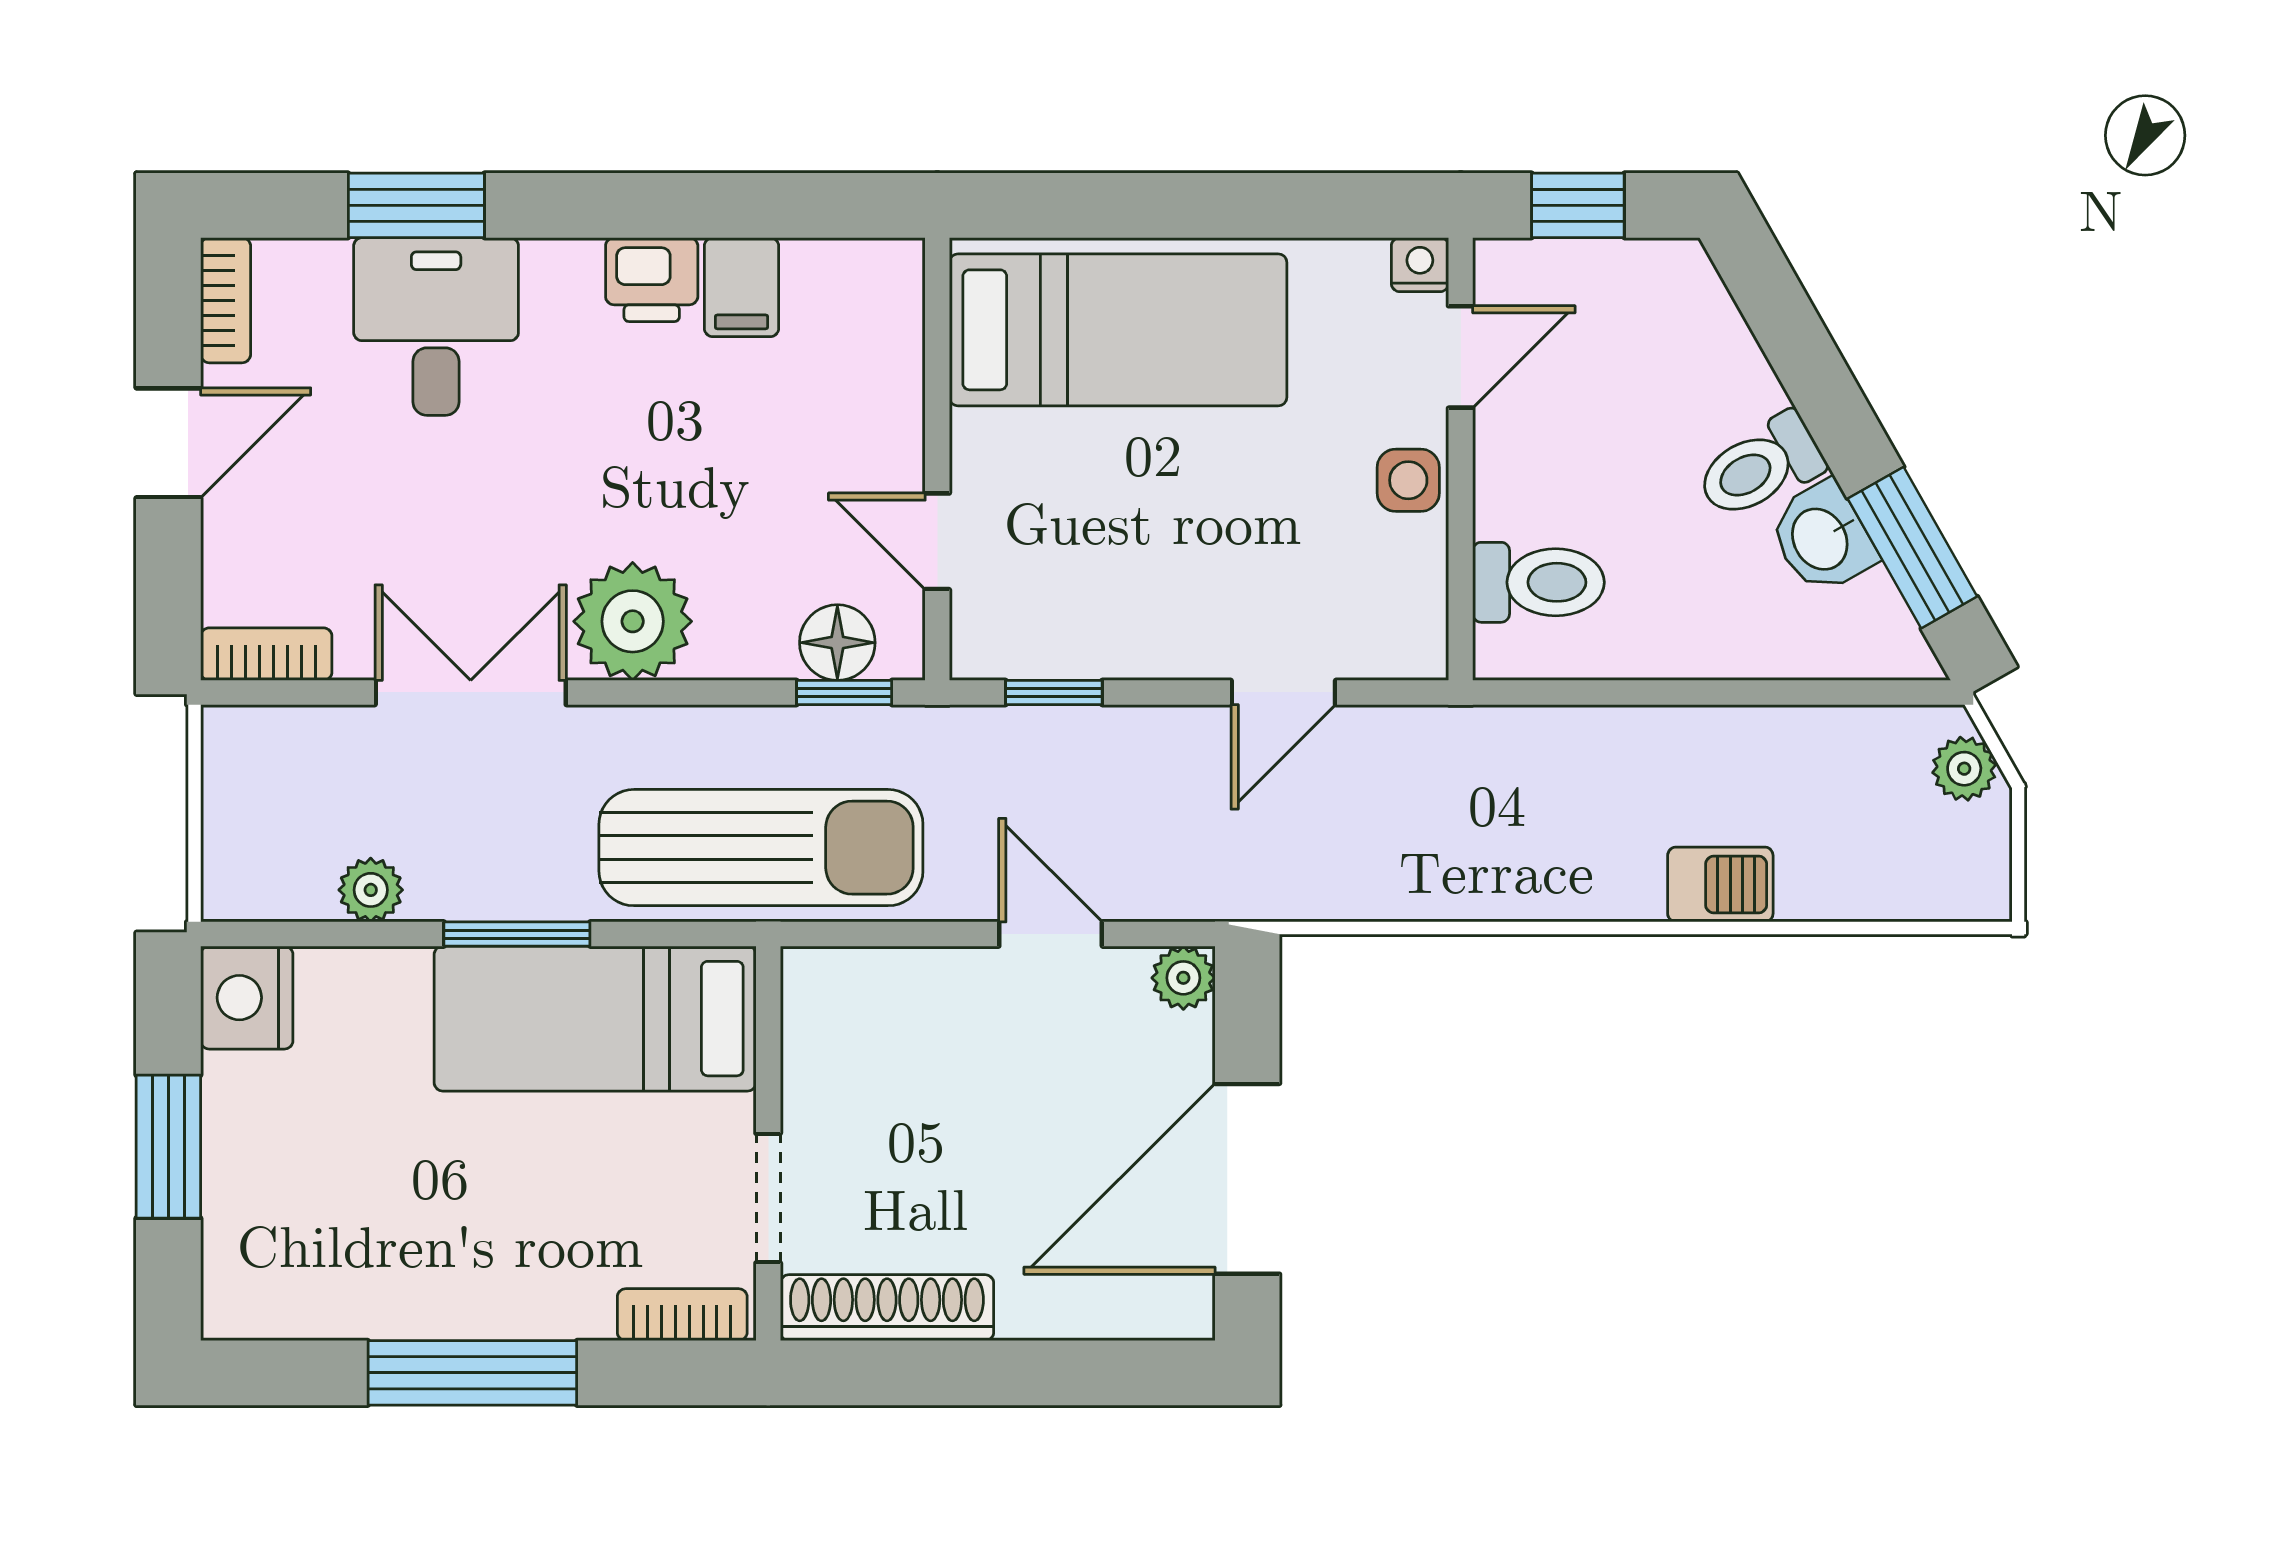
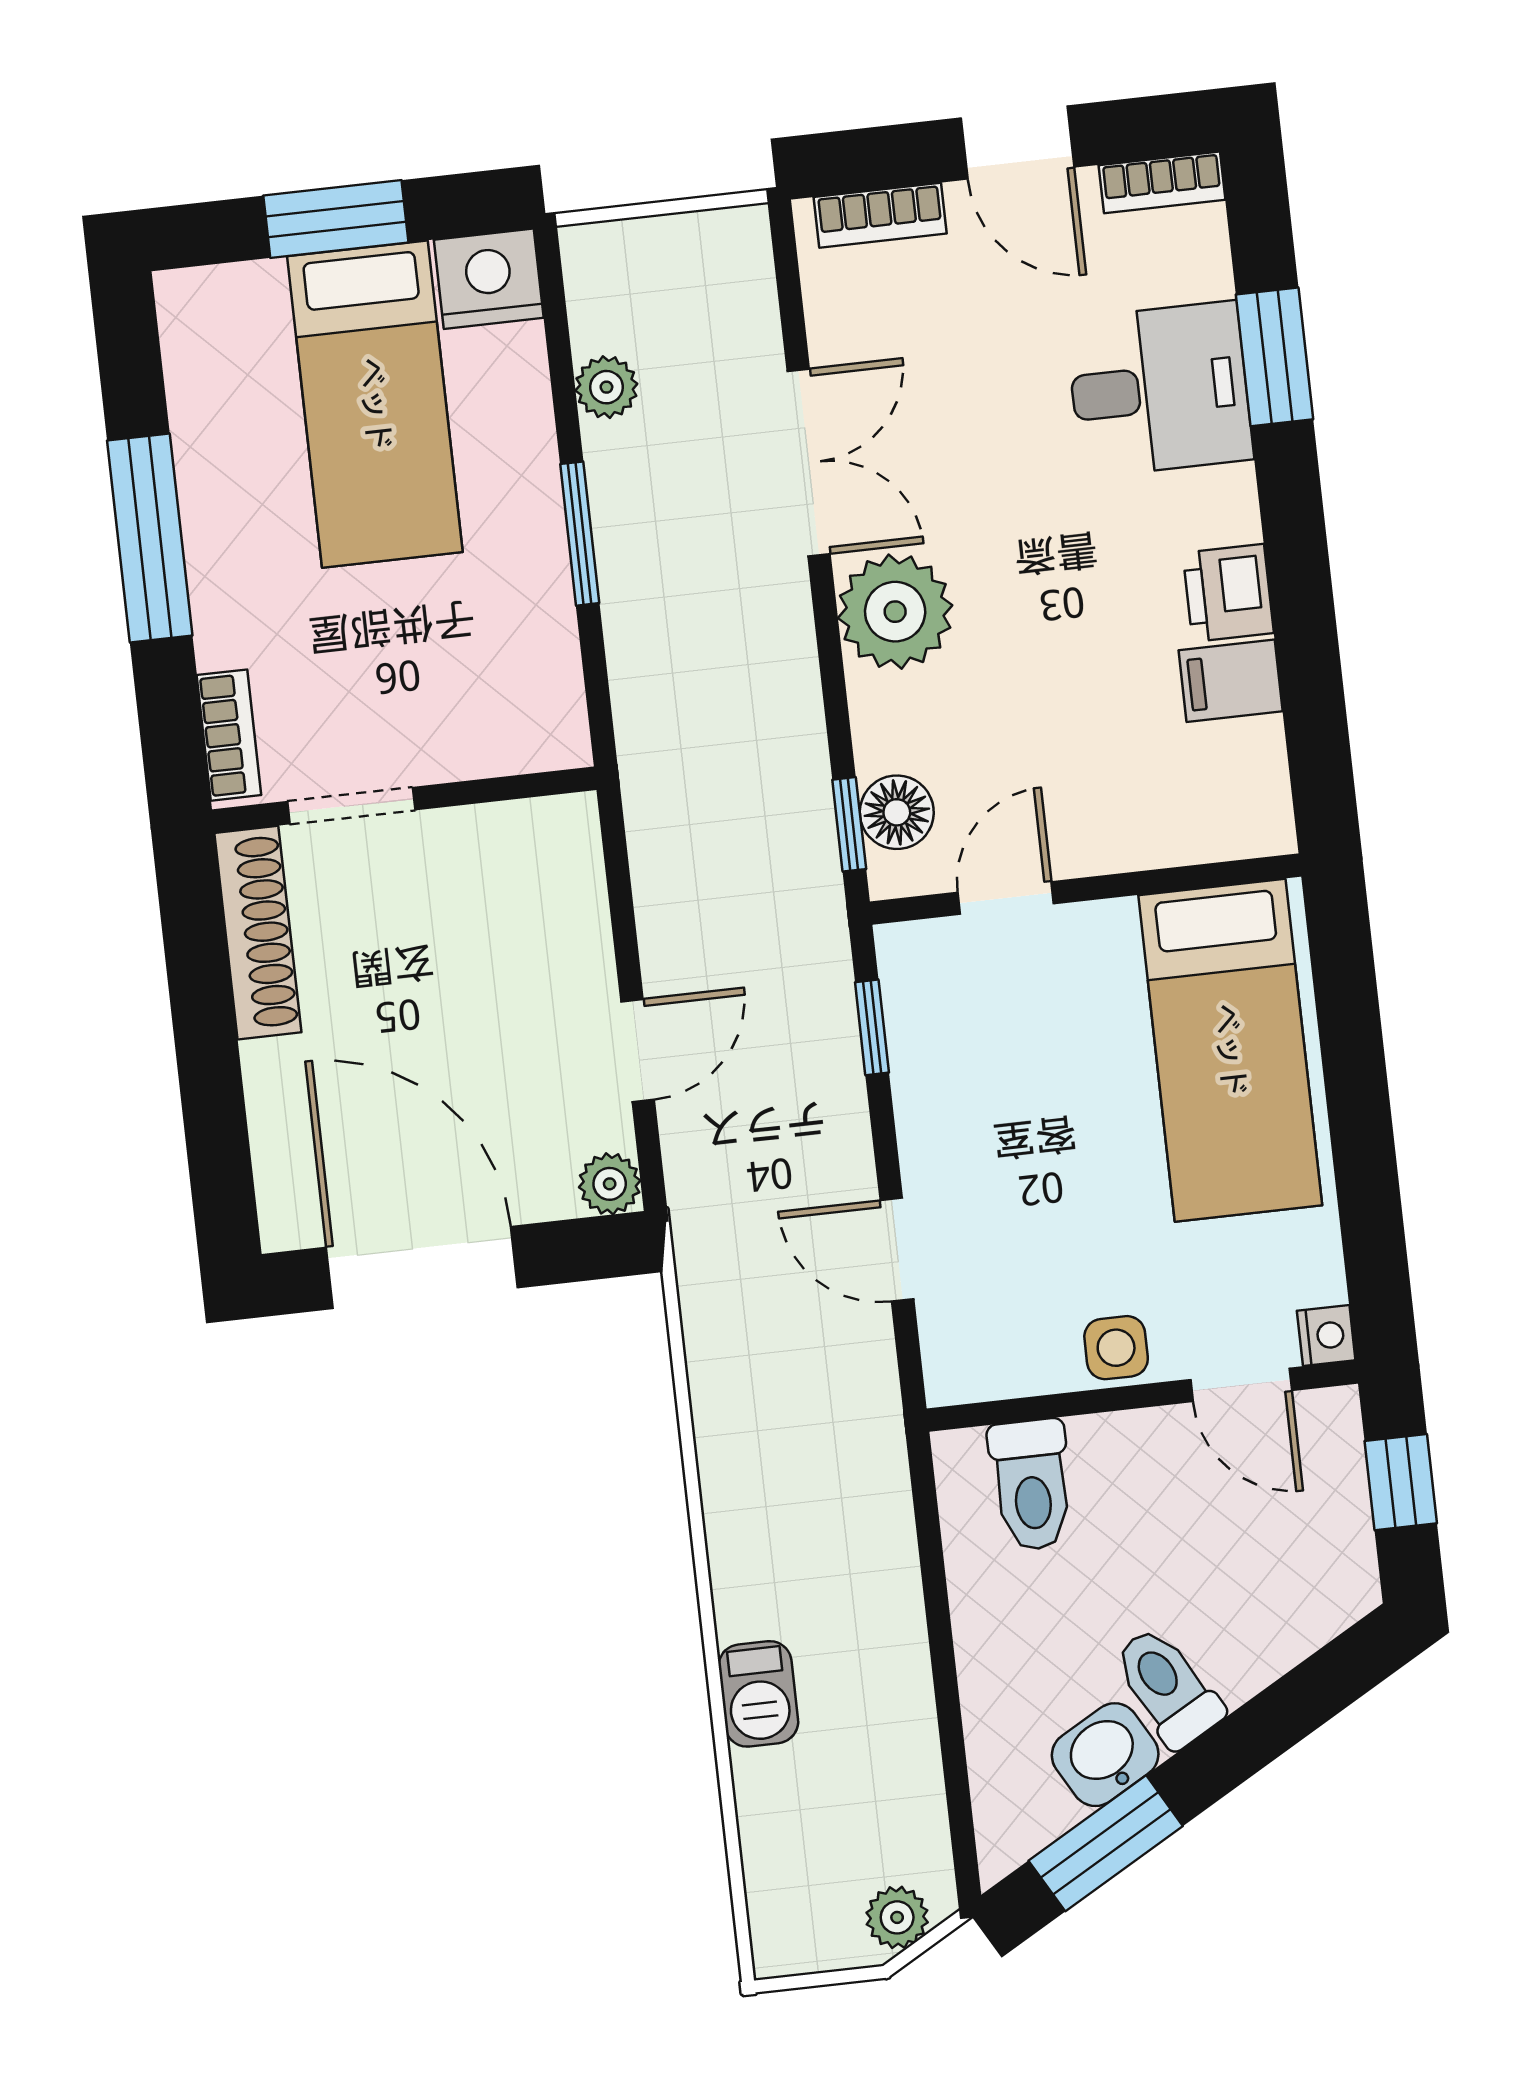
bookcase: (266, 654) -> (880, 215), moved, turned 90
sun lounger: (761, 848) -> (690, 761), removed
bed: (595, 1019) -> (375, 404), moved, turned 180

